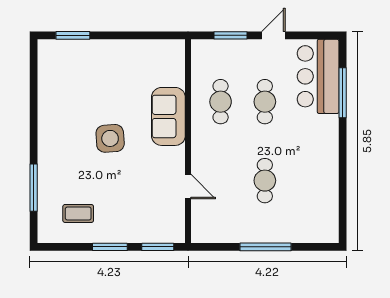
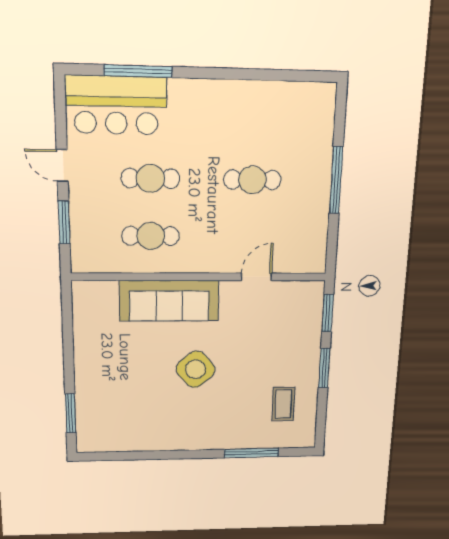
sofa: (168, 116) -> (169, 301), width x1.36
side table: (110, 138) -> (196, 369), turned -37

